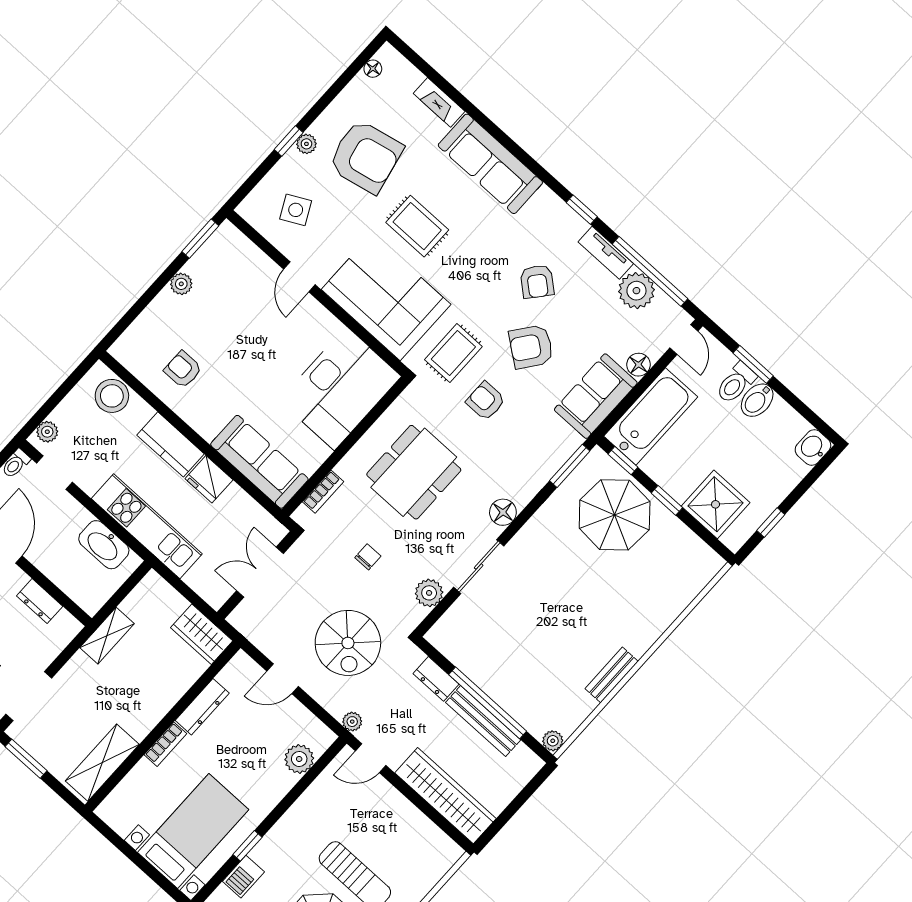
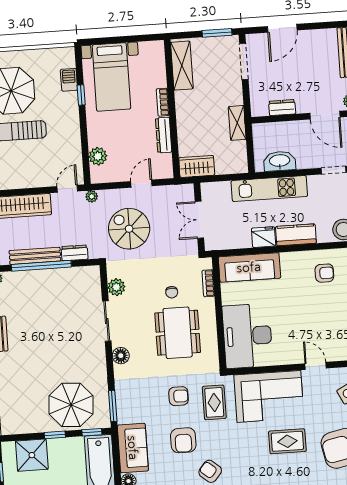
armchair: (531, 347) -> (183, 440), turned 143
chair: (368, 557) -> (172, 292), moved
double door: (260, 572) -> (199, 220), swing flipped

